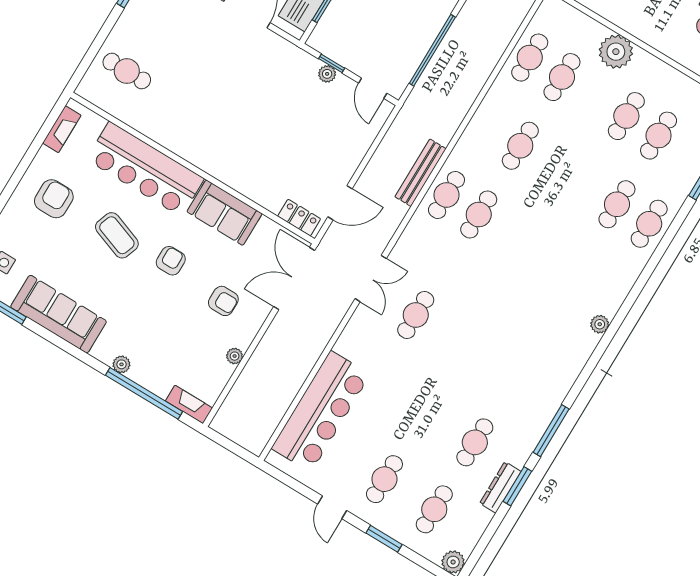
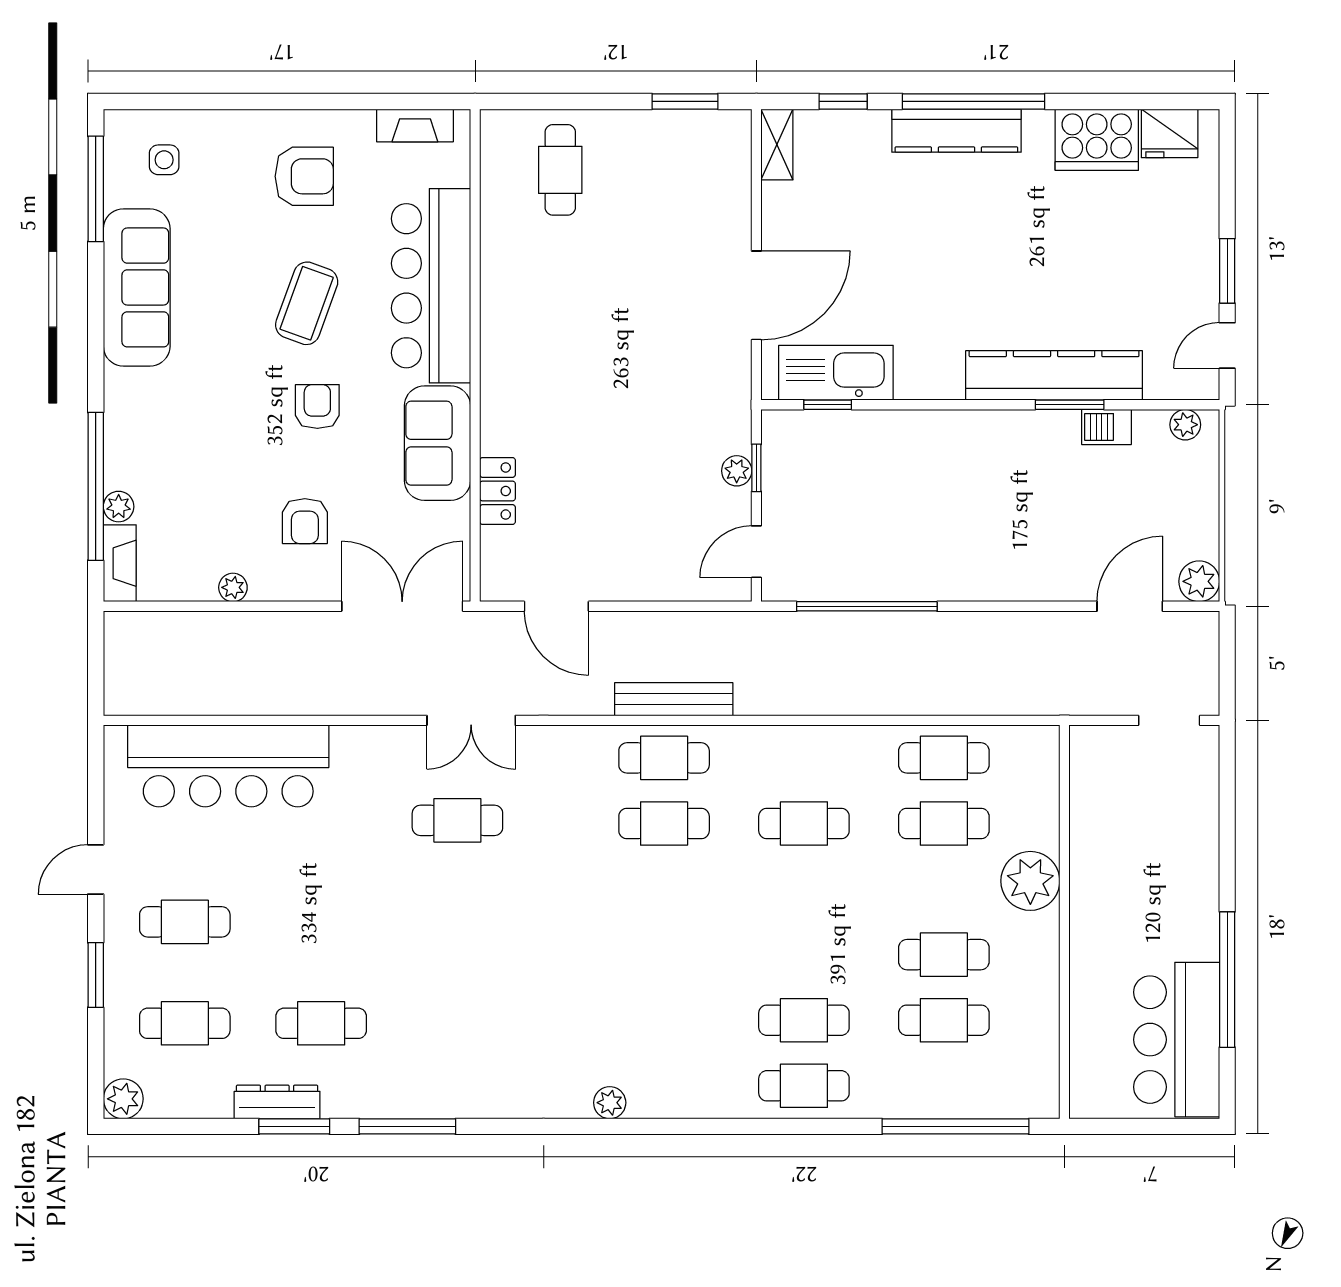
locker: (299, 218) -> (497, 491), moved
armchair: (171, 261) -> (317, 406), turned -90
plant: (121, 364) -> (119, 507), moved

